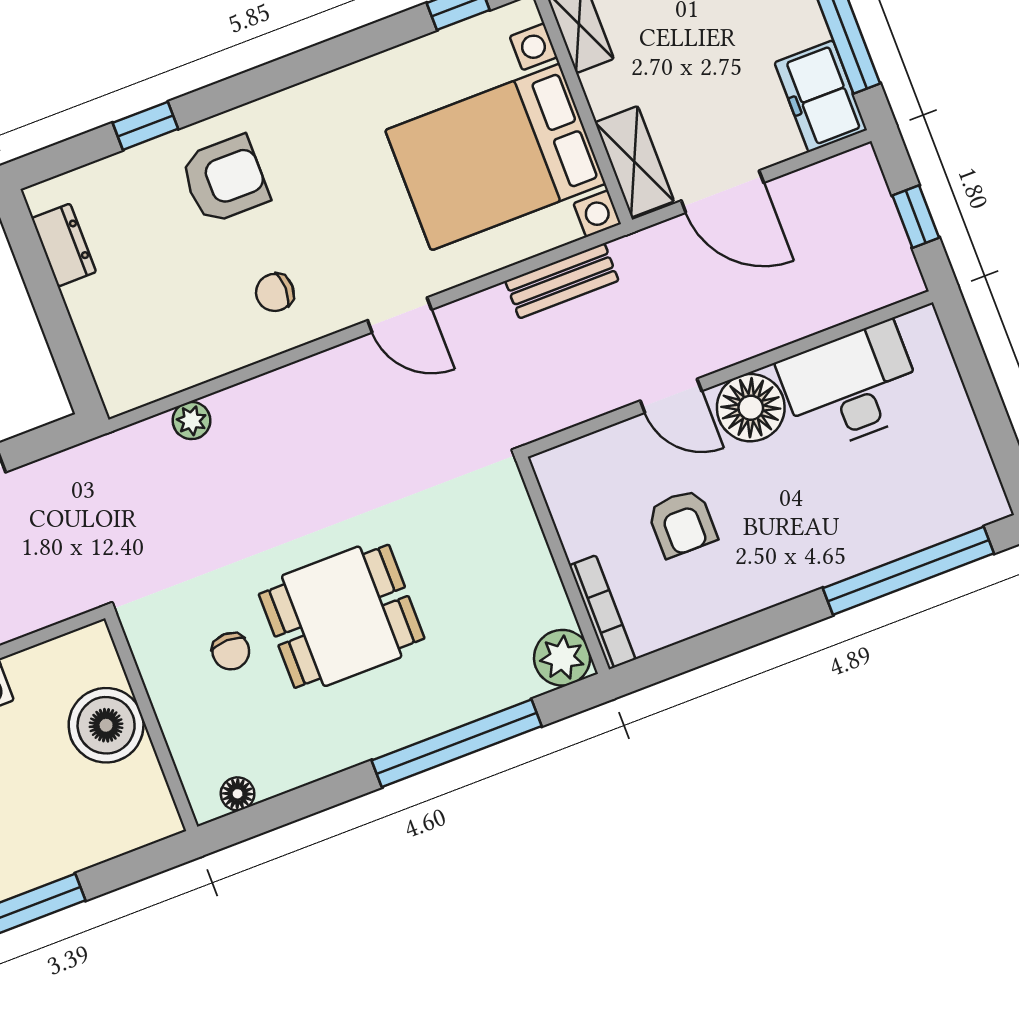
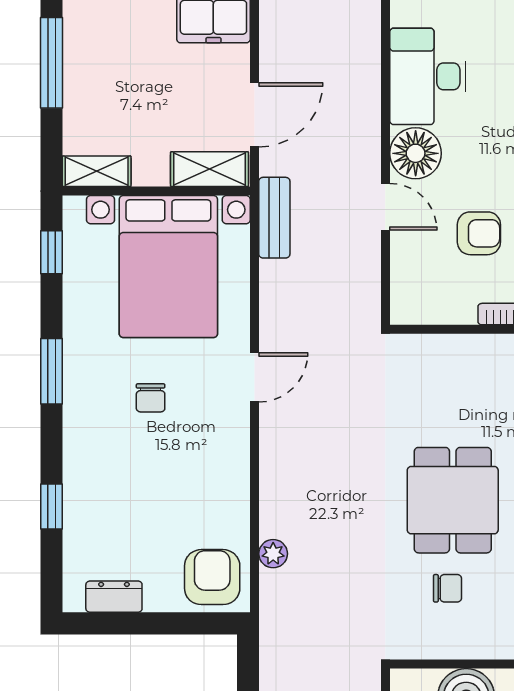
window: (312, 62) -> (51, 371), added
armchair: (225, 179) -> (212, 577), moved
bench: (562, 281) -> (274, 218), moved
chair: (275, 292) -> (151, 398), moved
door: (671, 396) -> (385, 207), hinge flipped

